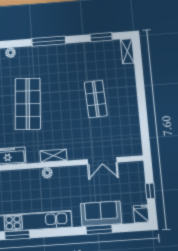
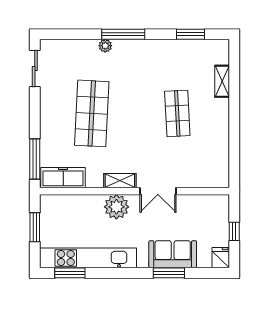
shelving: (127, 51) -> (222, 81), moved
plant: (11, 53) -> (105, 46), moved
double door: (102, 161) -> (158, 191), moved
plant: (47, 173) -> (116, 207), width x1.88, depth x1.88

